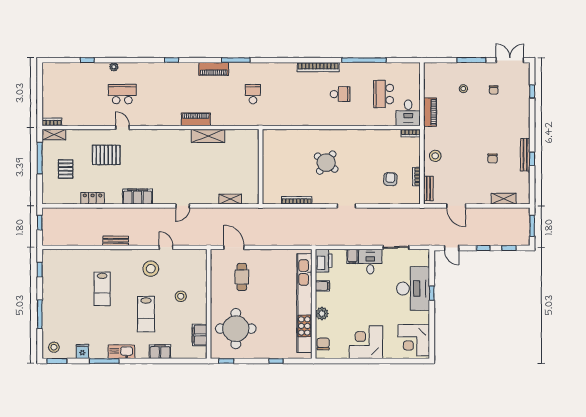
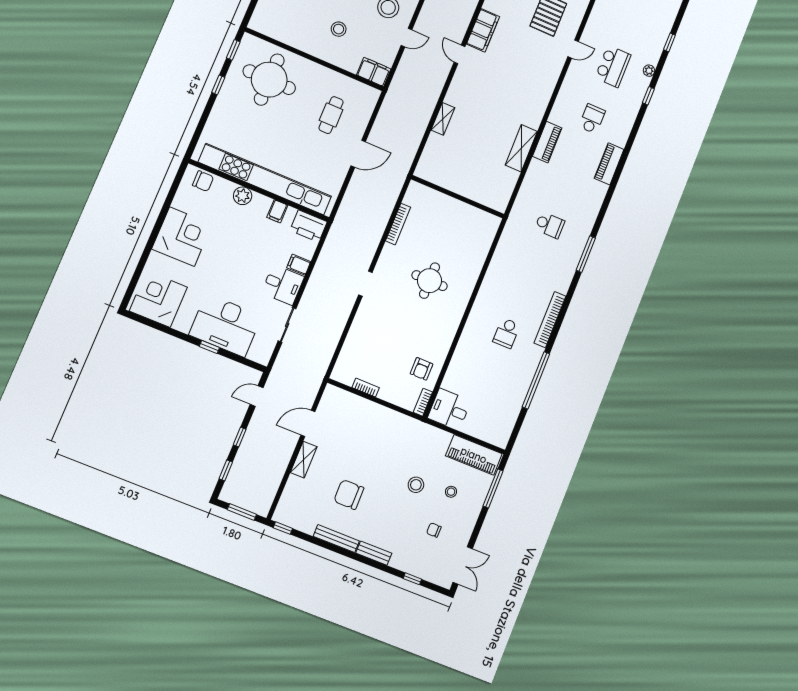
window: (172, 60) -> (648, 96), moved
window: (236, 60) -> (586, 254), moved
window: (471, 60) -> (493, 488), moved
piano: (214, 69) -> (609, 164), moved
school desk: (384, 94) -> (592, 119), moved, width x0.54
piano: (430, 112) -> (474, 455), moved, width x1.37, depth x1.33
stool: (435, 156) -> (416, 485), moved
chair: (493, 158) -> (349, 494), width x1.87, depth x1.87
window: (532, 159) -> (283, 528), moved
round table: (326, 163) -> (430, 281), turned -37
armchair: (390, 179) -> (421, 369), moved, turned 87
bench: (428, 188) -> (374, 553), moved
shelving: (230, 199) -> (443, 119), moved
shelving: (504, 199) -> (304, 460), moved
door: (183, 206) -> (460, 54), moved
door: (234, 247) -> (358, 154), moved
cafe table: (242, 277) -> (331, 115), turned 90
filing cabinet: (200, 335) -> (374, 72), moved
window: (276, 361) -> (218, 85), moved

